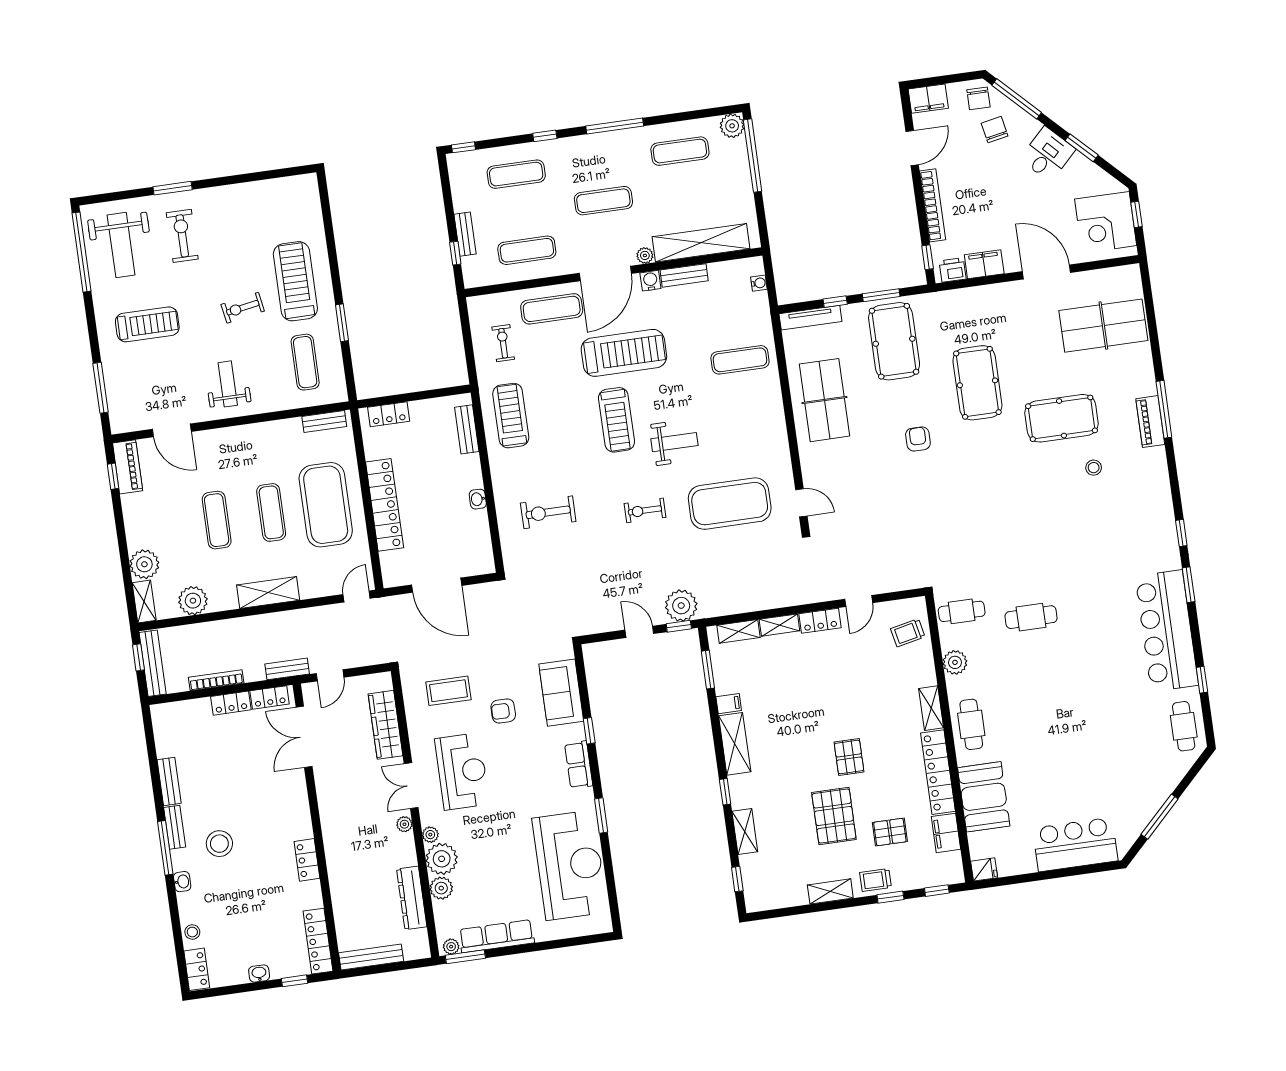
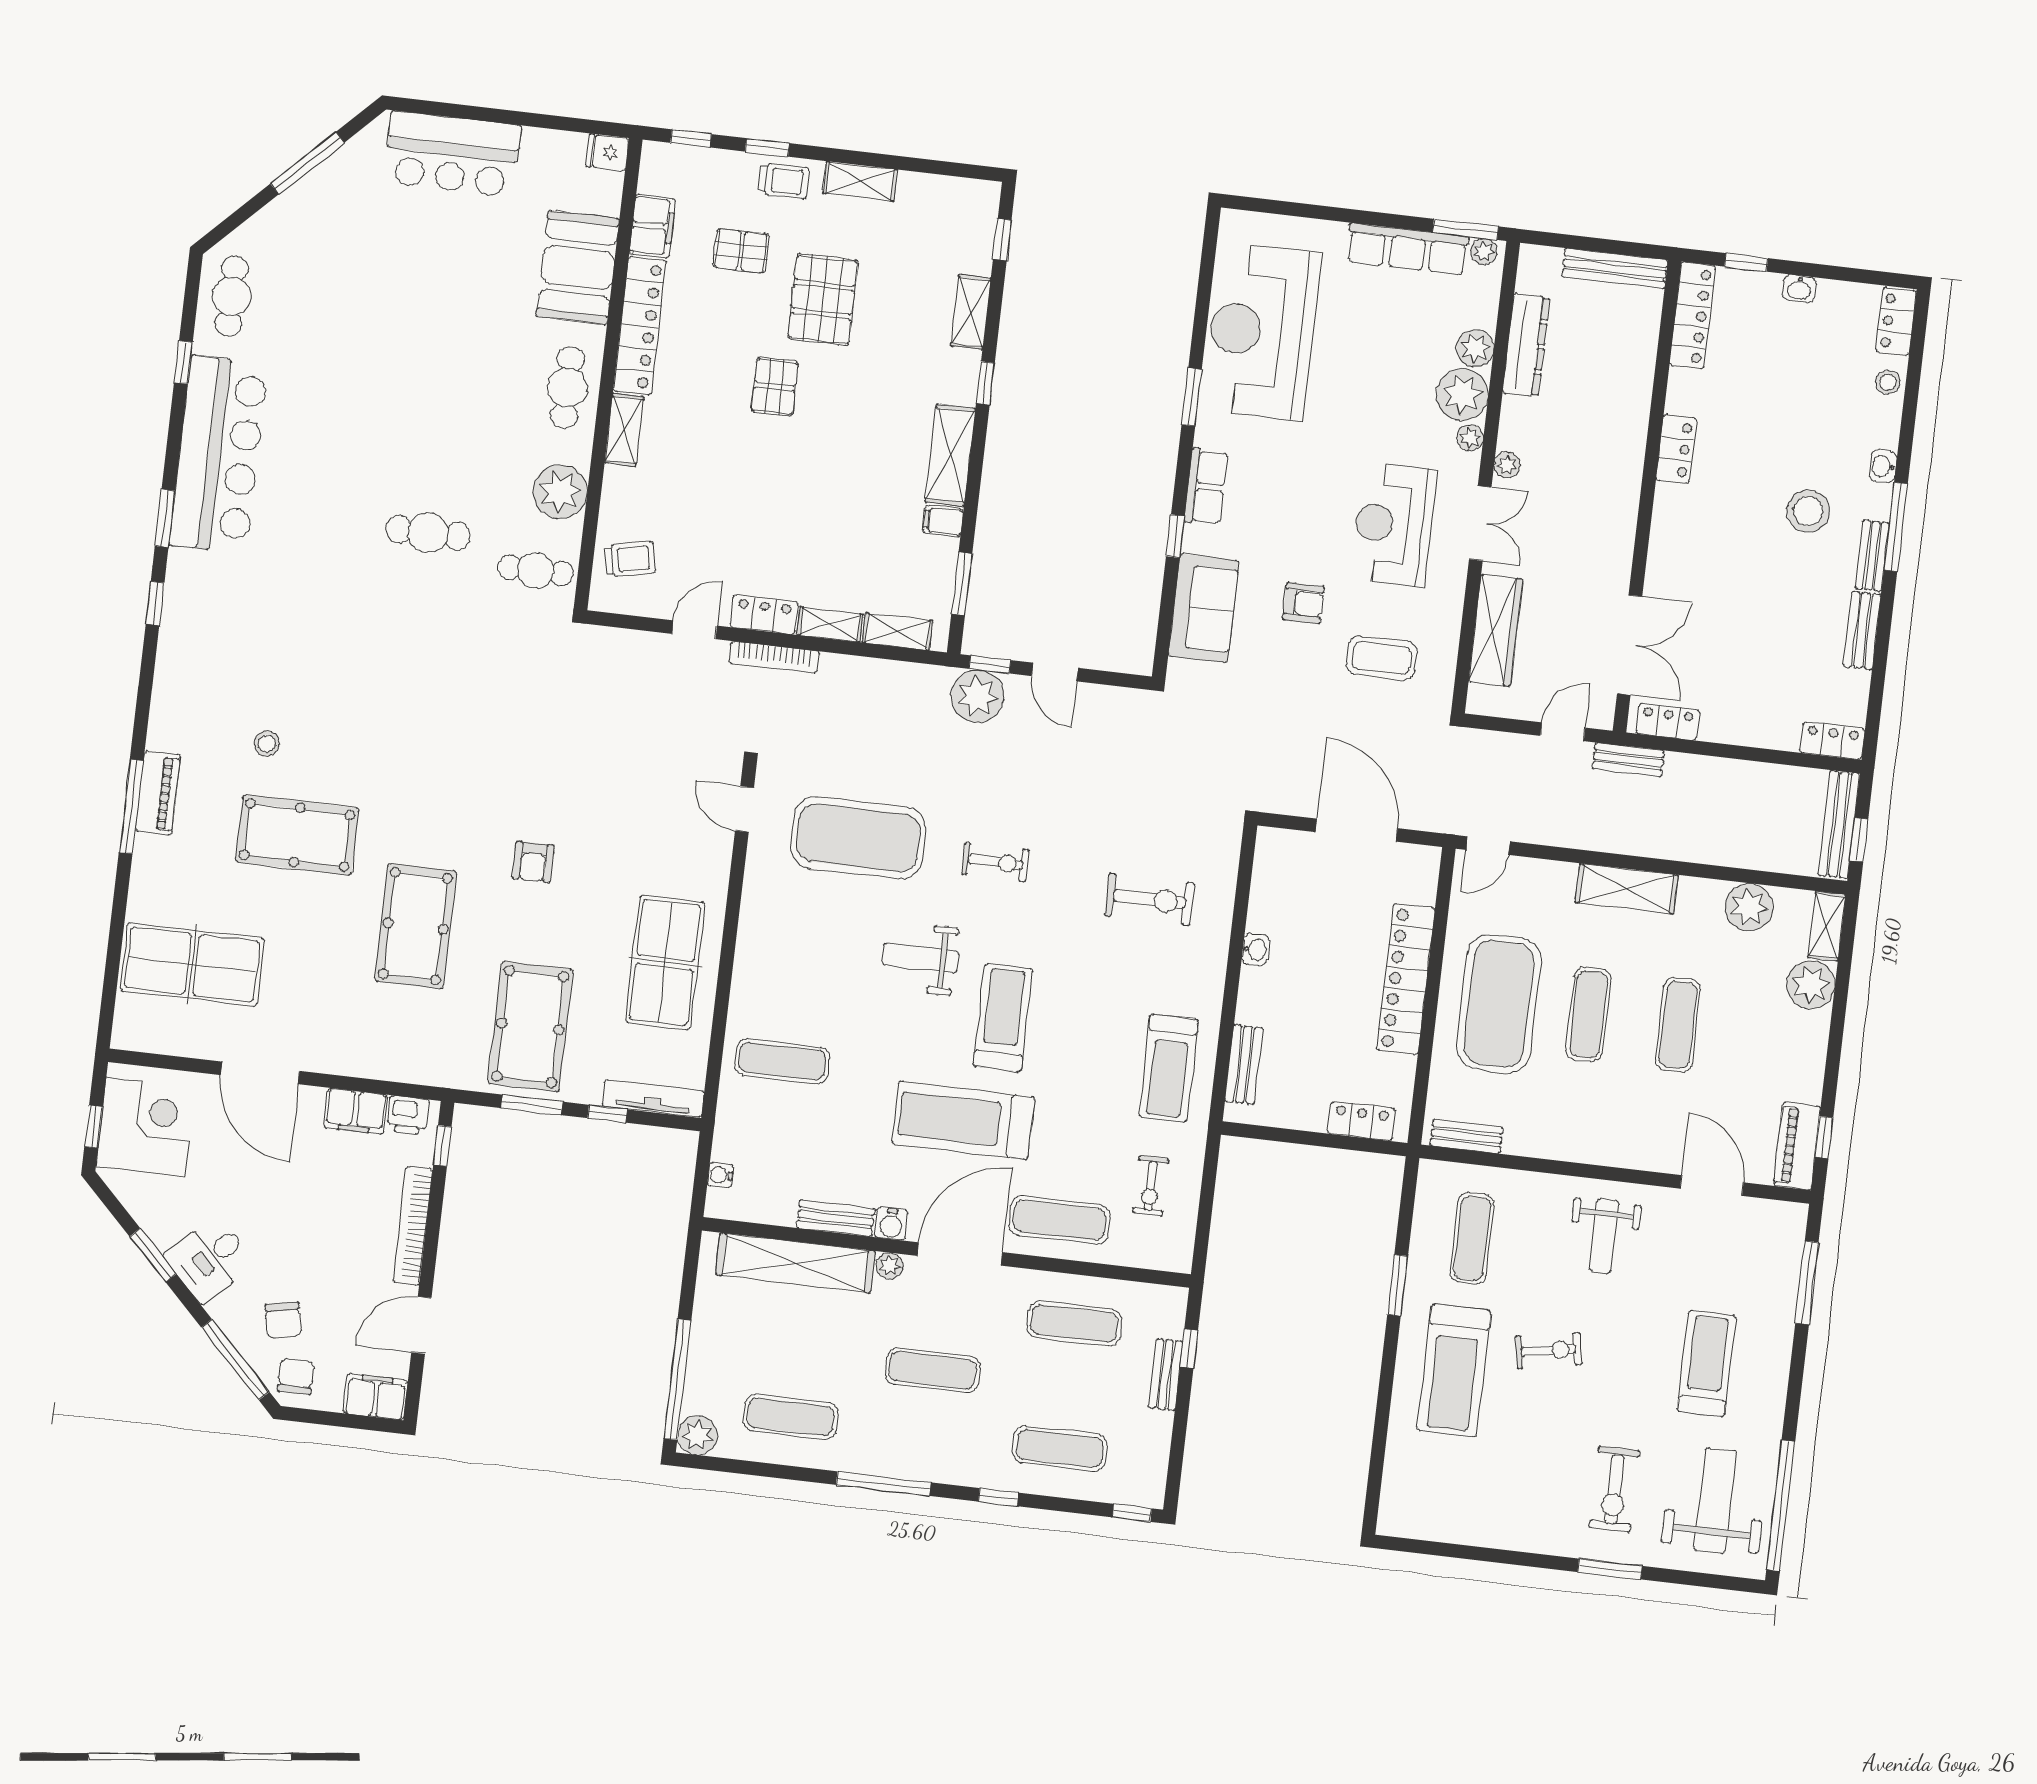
treadmill: (147, 324) -> (1707, 1364), turned 90
plant: (955, 662) -> (560, 492), width x1.36, depth x1.36
bookcase: (216, 680) -> (774, 657), moved
locker: (231, 703) -> (1832, 741), moved

